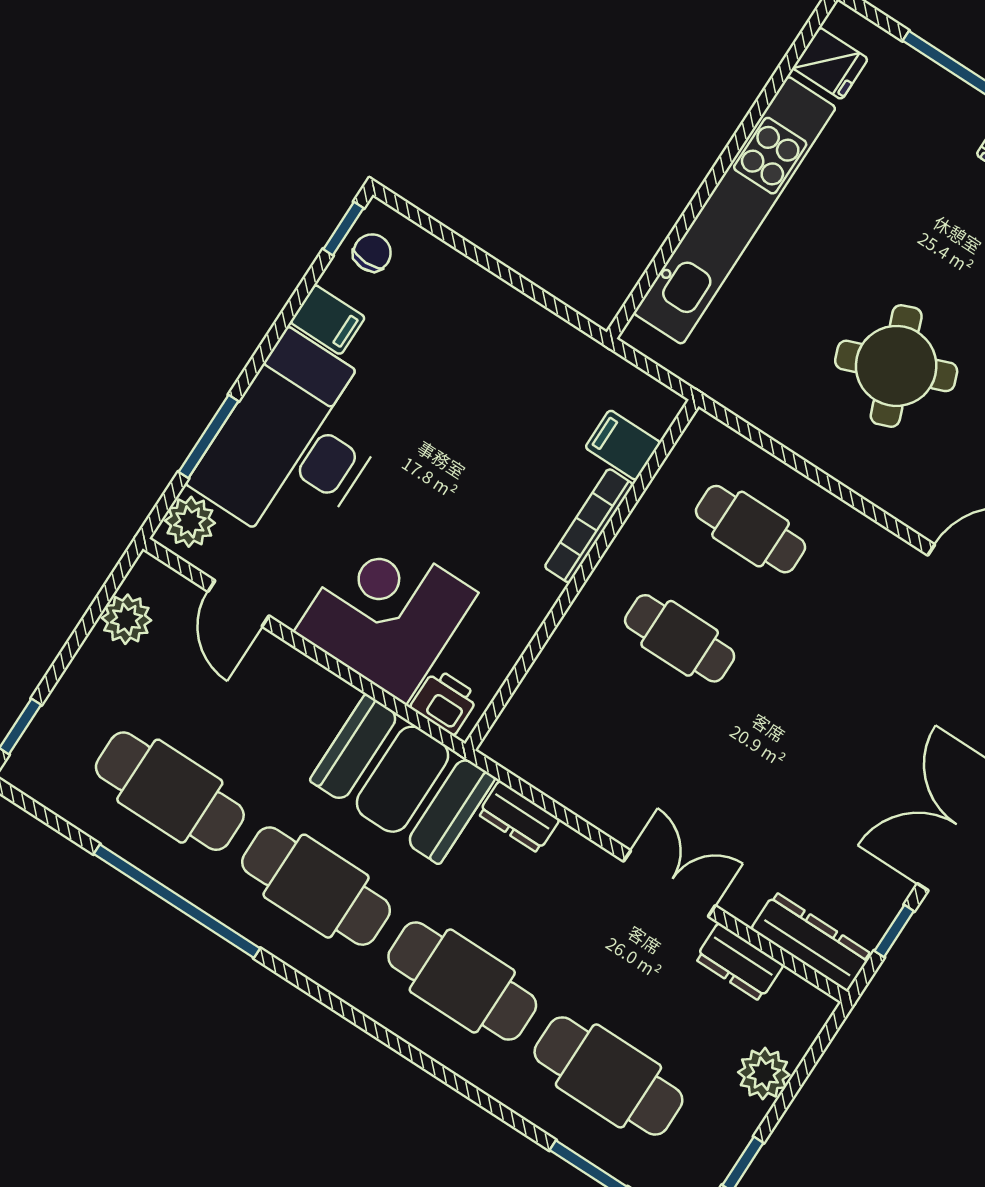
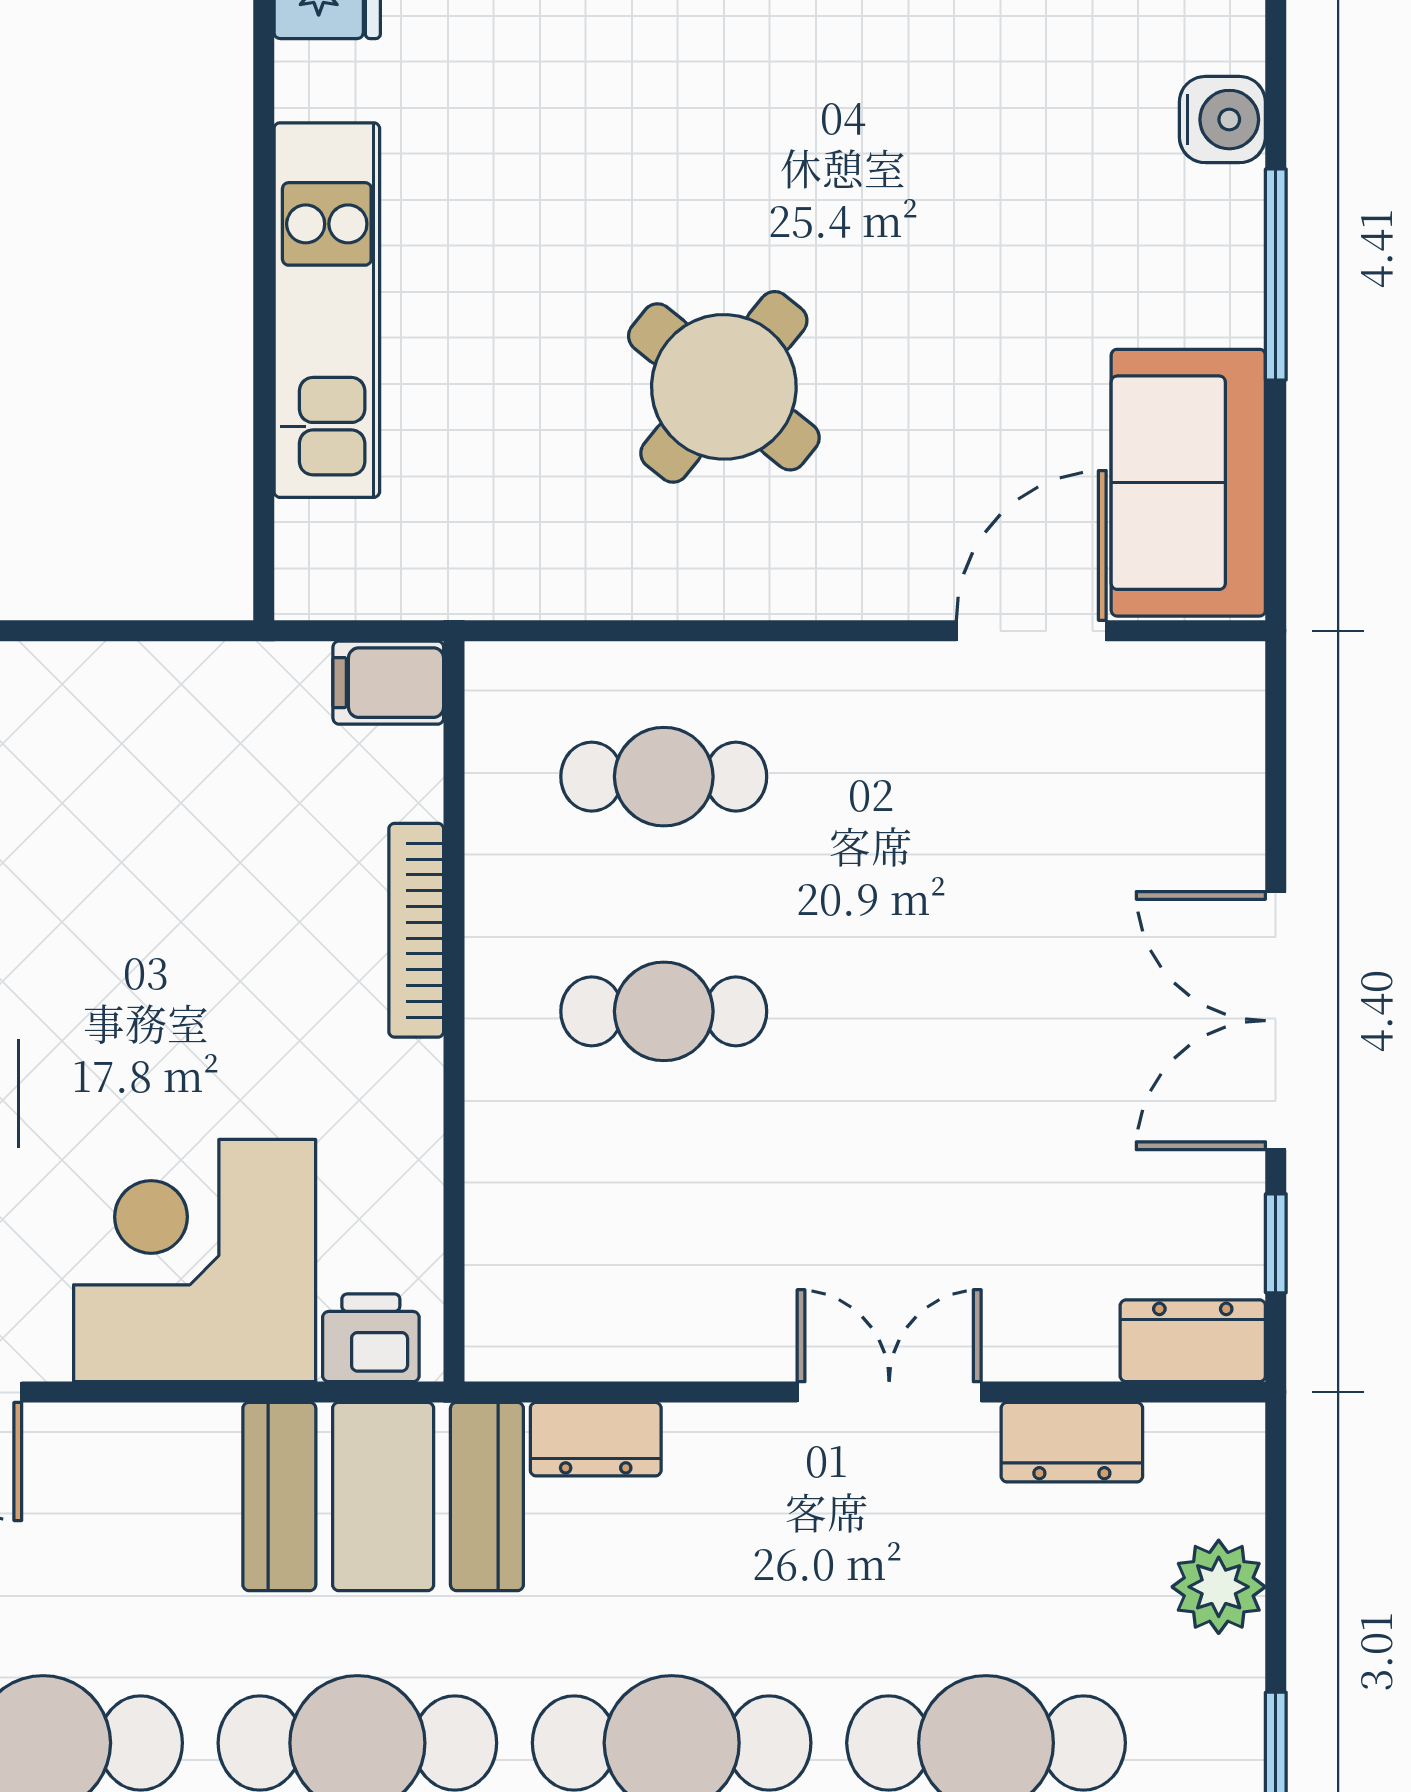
kitchen unit: (735, 210) -> (327, 310), width x0.73
round table: (896, 366) -> (724, 387), turned -30
filing cabinet: (623, 445) -> (388, 683), moved
dresser: (811, 942) -> (1193, 1341), width x0.70

